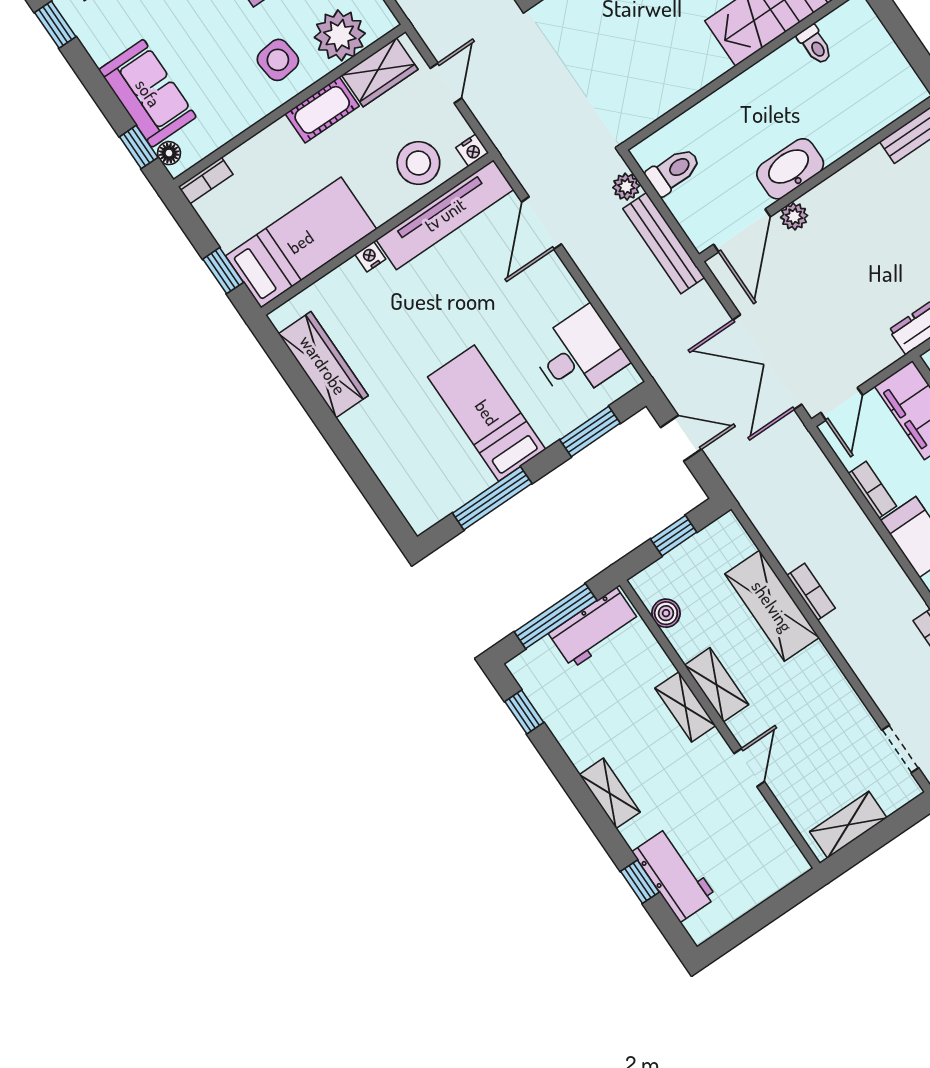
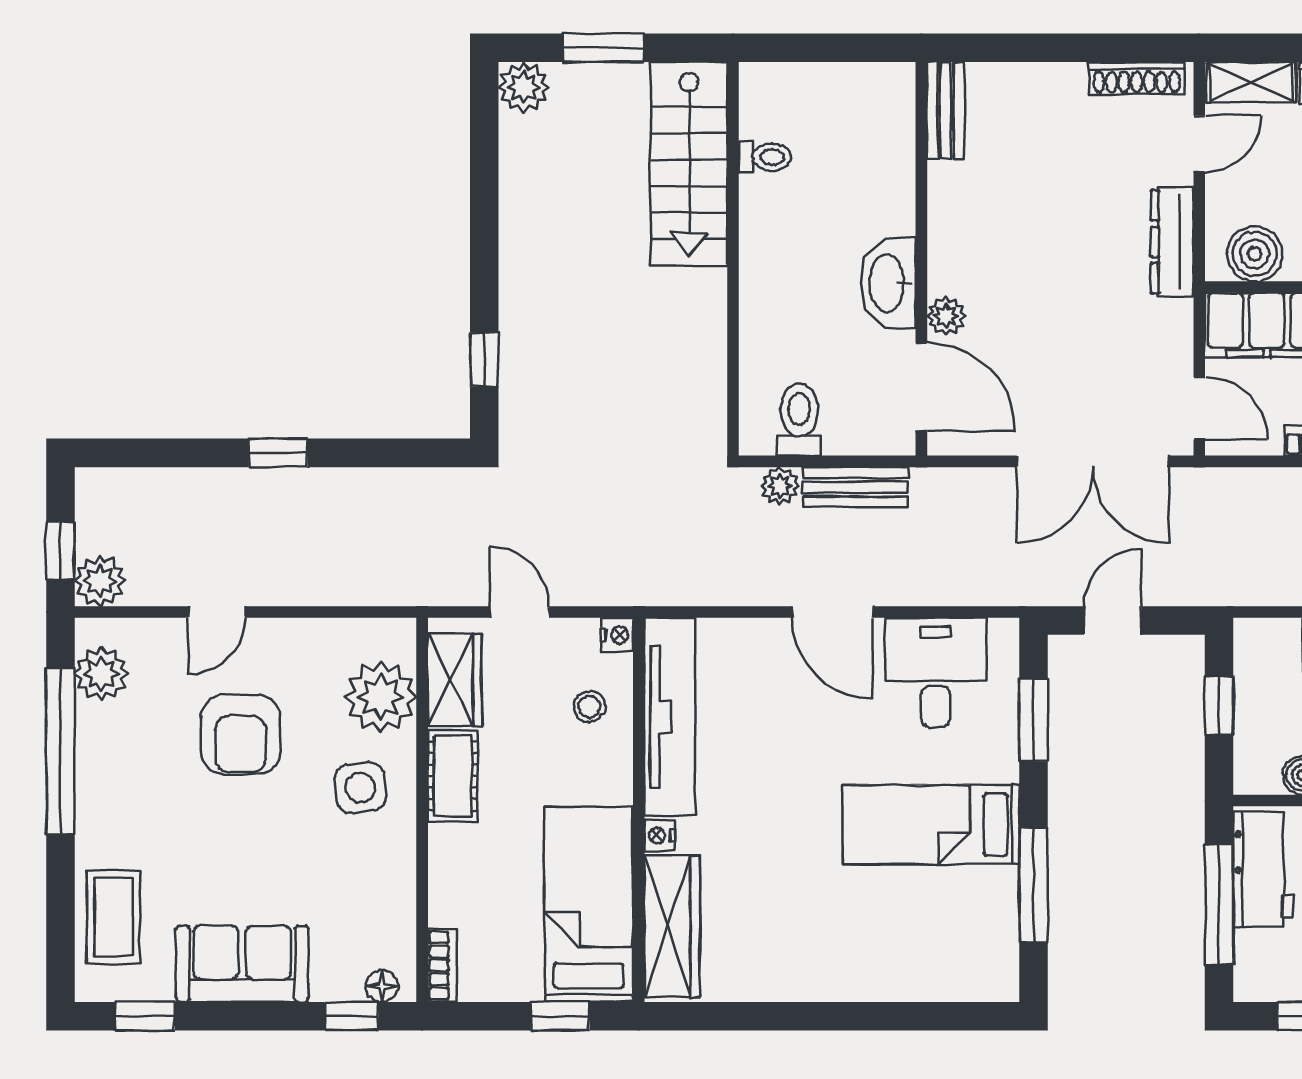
sofa: (148, 93) -> (242, 964), moved
stool: (418, 163) -> (589, 707), width x0.53, depth x0.53
door: (541, 223) -> (833, 612), moved
bench: (664, 243) -> (855, 487), width x0.73
wardrobe: (323, 365) -> (672, 926), moved, turned 90

